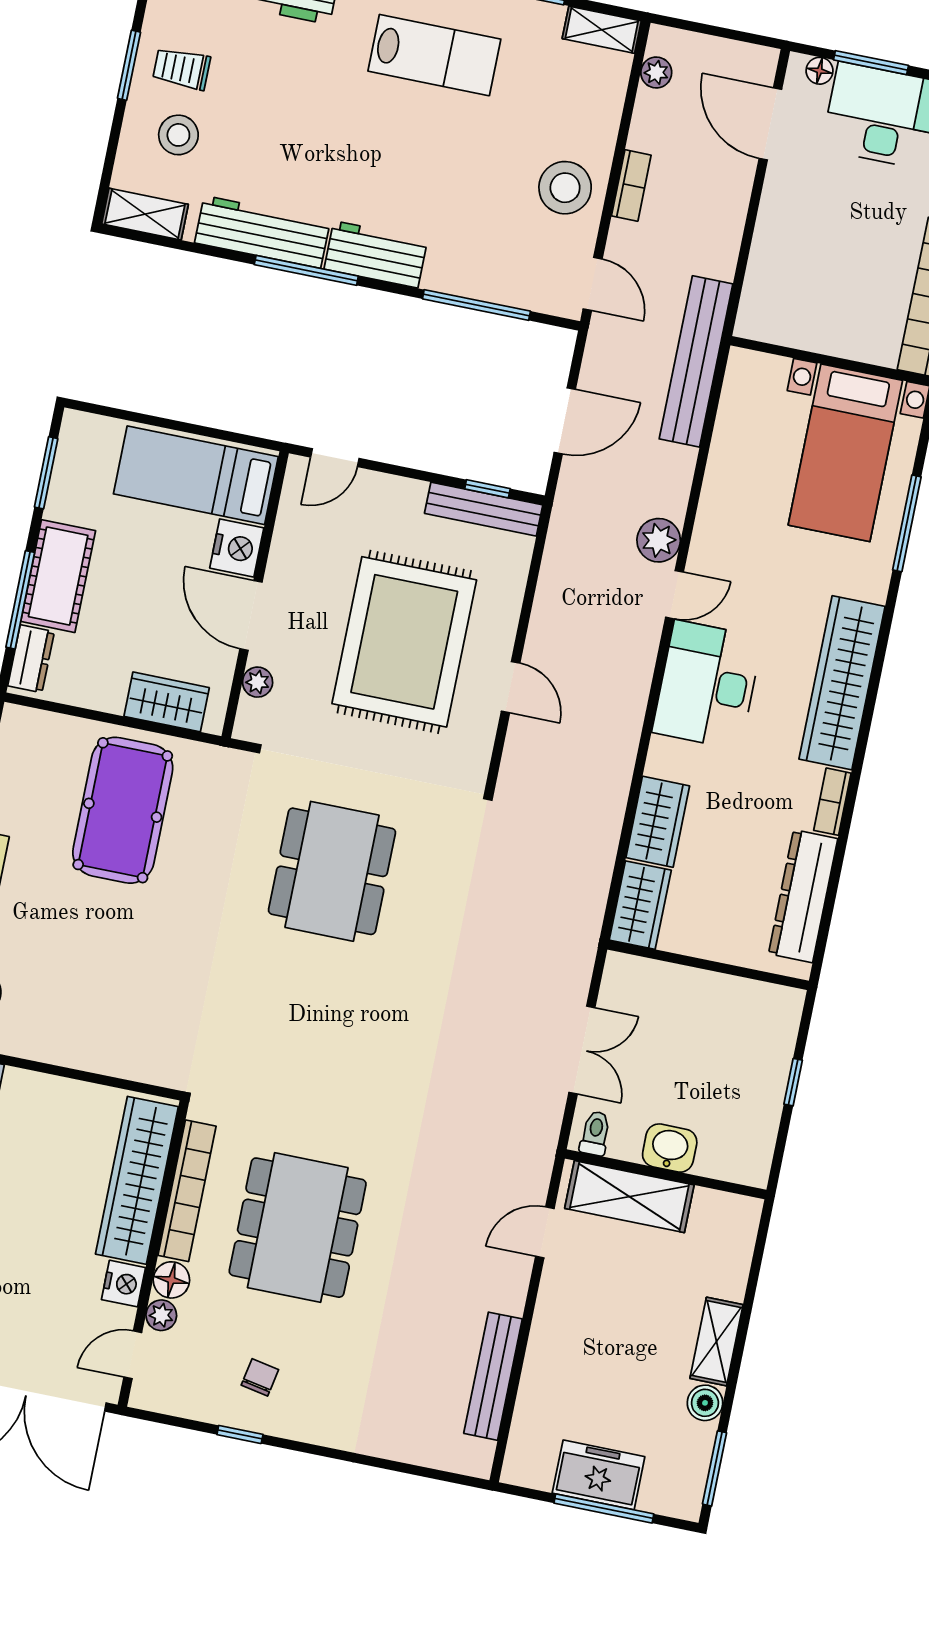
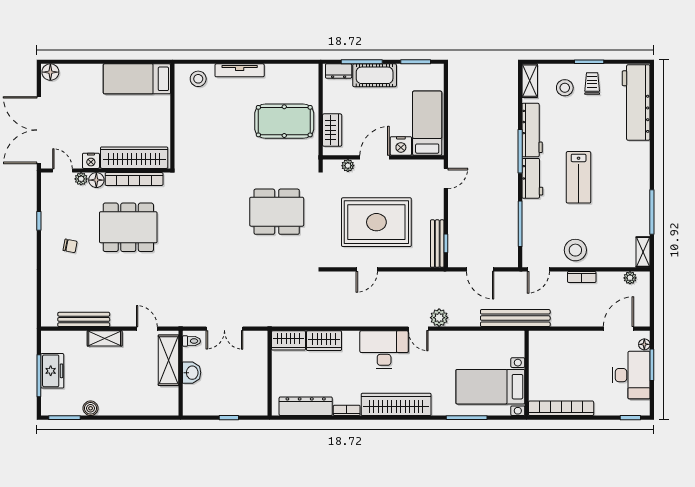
lab bench: (434, 55) -> (579, 177), moved
door: (335, 458) -> (446, 178), swing flipped
shelving: (716, 1342) -> (105, 338), moved
chair: (260, 1377) -> (70, 246), moved

